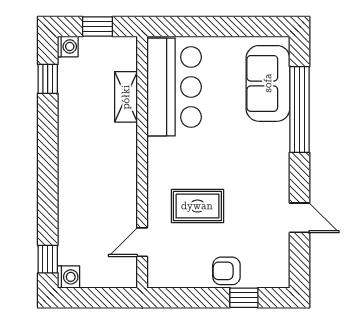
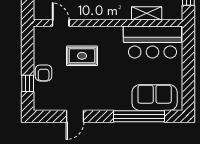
rug: (197, 206) -> (82, 56), turned 90
armchair: (226, 271) -> (44, 73), turned 180

